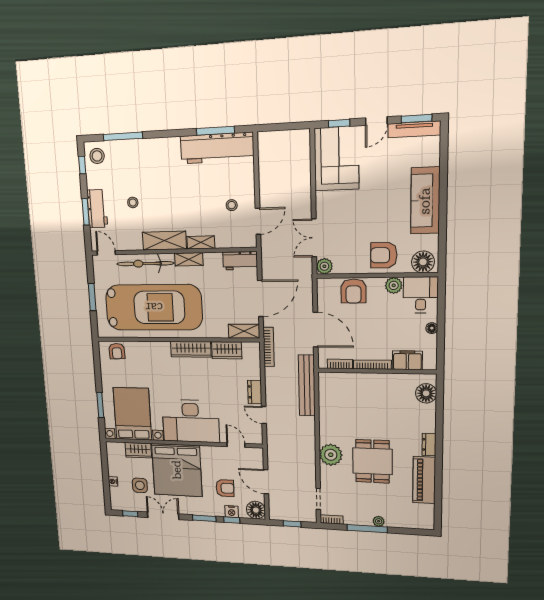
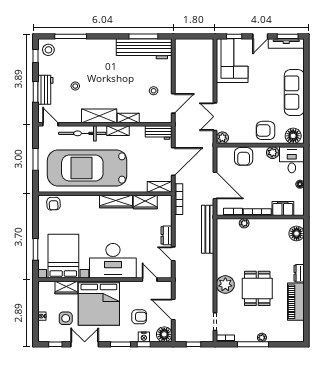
car: (154, 307) -> (87, 168), turned 180
plant: (355, 379) -> (244, 223), added

